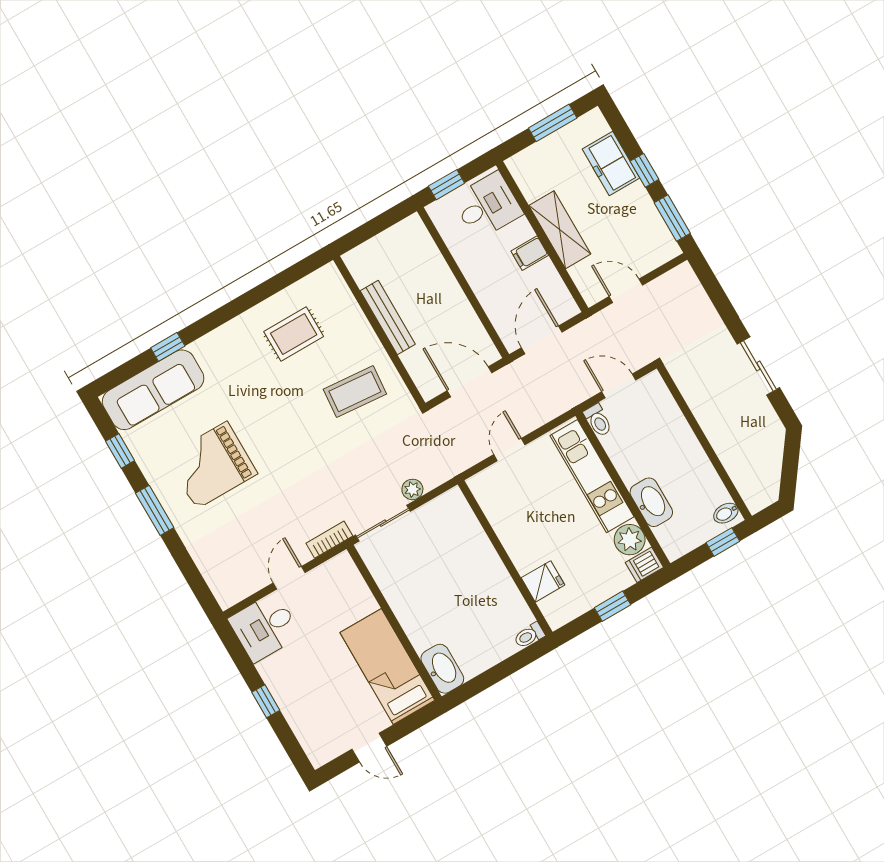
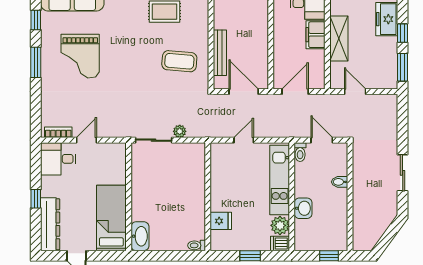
filing cabinet: (530, 253) -> (316, 35), width x2.00
bench: (388, 318) -> (220, 53), moved
grand piano: (212, 465) -> (80, 56), turned -90
washbasin: (651, 502) -> (303, 208), width x0.72
bidet: (726, 513) -> (340, 182), moved
bookcase: (329, 540) -> (58, 132), moved
dresser: (307, 725) -> (50, 224), added

